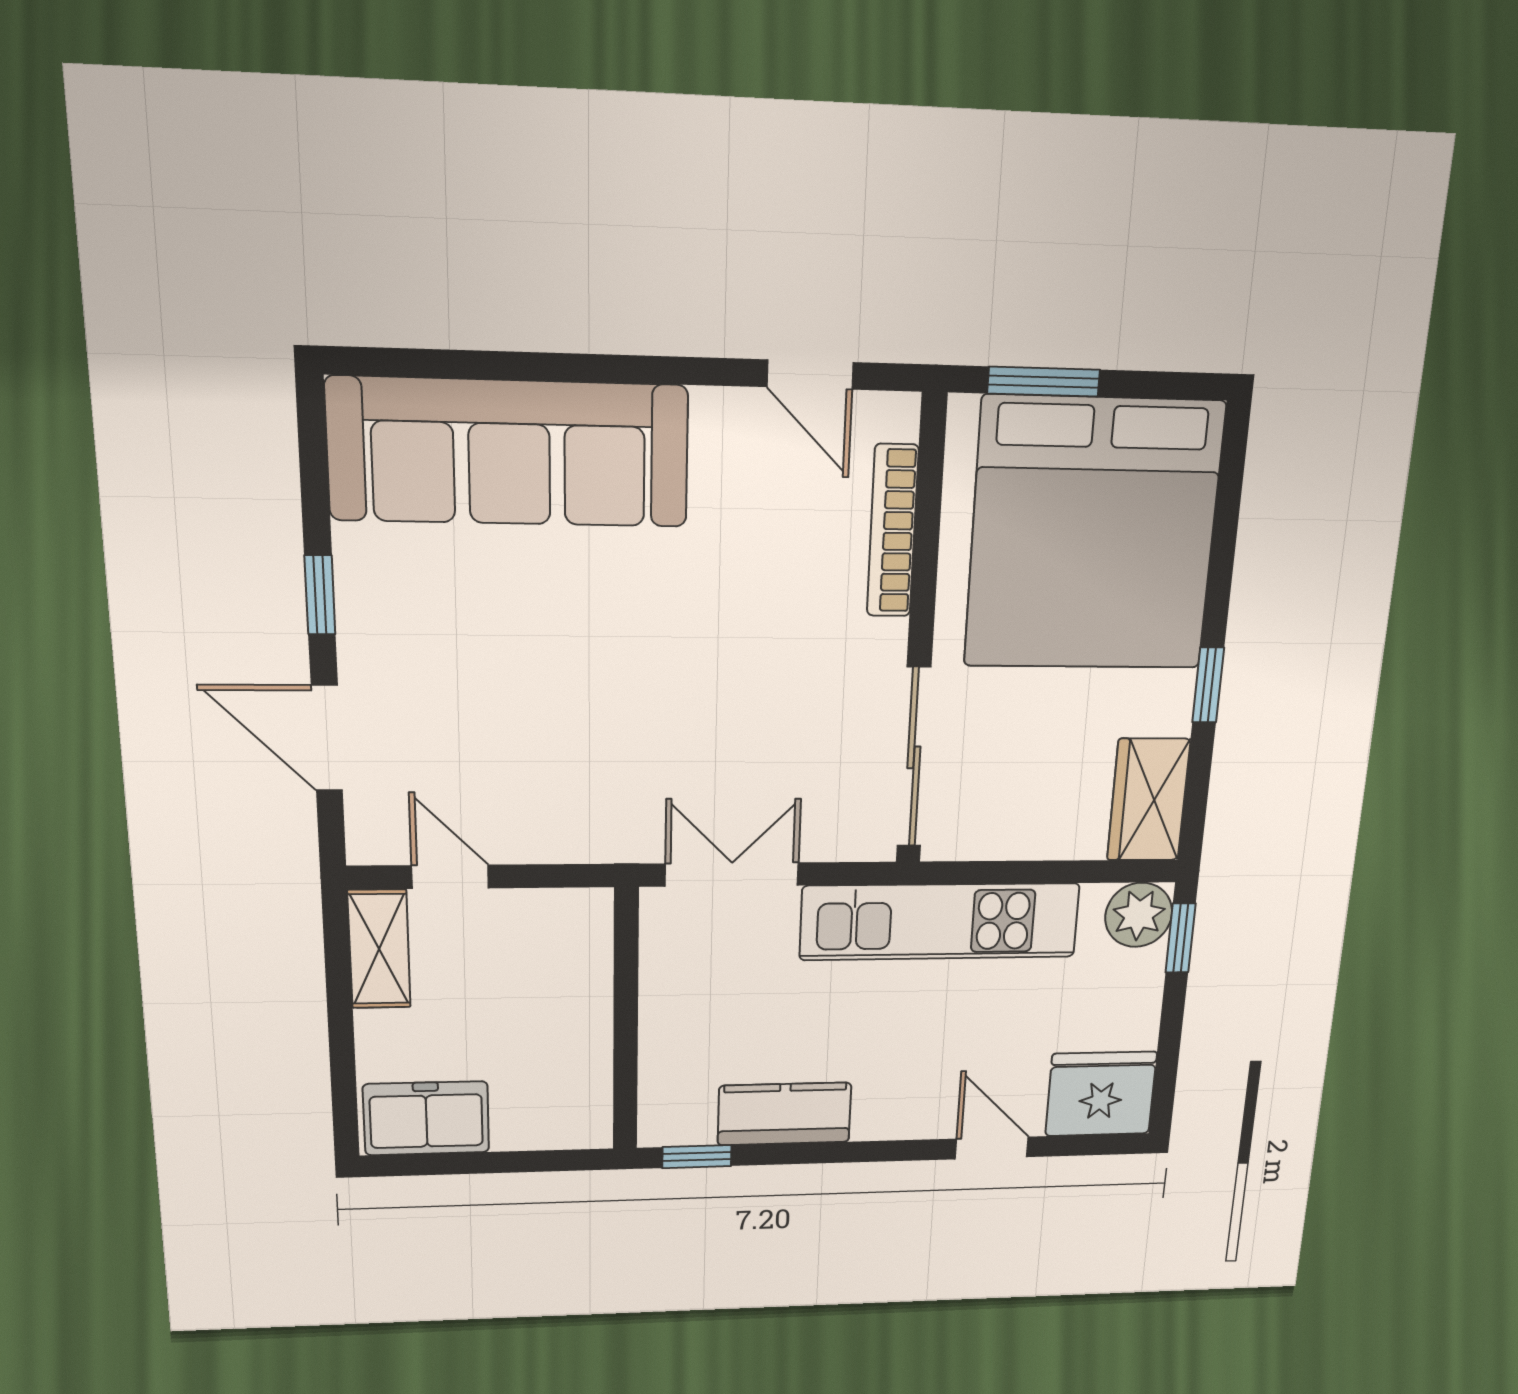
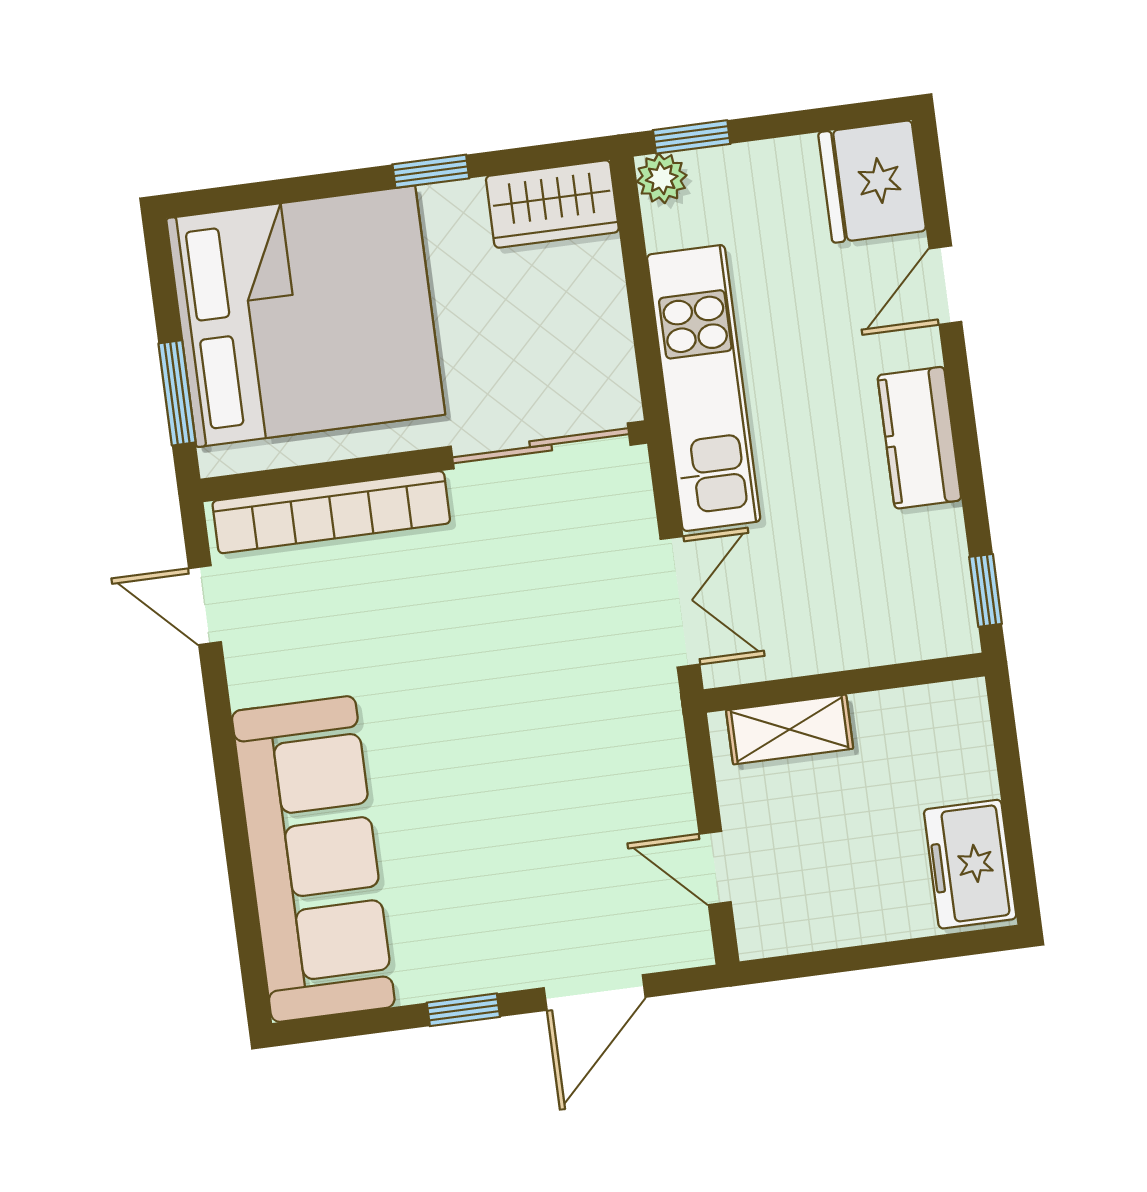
door: (810, 375) -> (205, 605), swing flipped
bookcase: (893, 531) -> (331, 512), width x1.48, depth x1.31
double door: (732, 875) -> (680, 602), swing flipped
door: (450, 877) -> (715, 868), hinge flipped
plant: (1139, 915) -> (662, 178), width x0.73, depth x0.73
shelving: (379, 949) -> (790, 729), moved
kitchen counter: (784, 1114) -> (919, 438), moved

